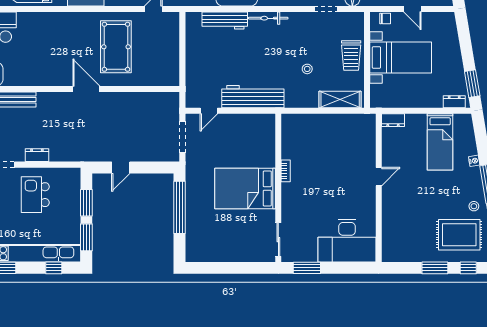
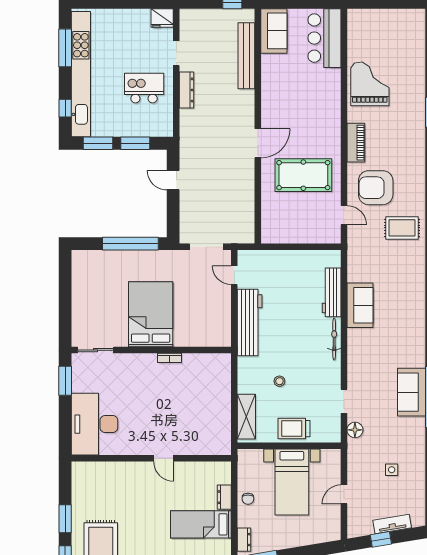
chair: (385, 18) -> (248, 499), moved
dresser: (393, 120) -> (224, 497), moved
dresser: (37, 155) -> (187, 90), width x1.44

